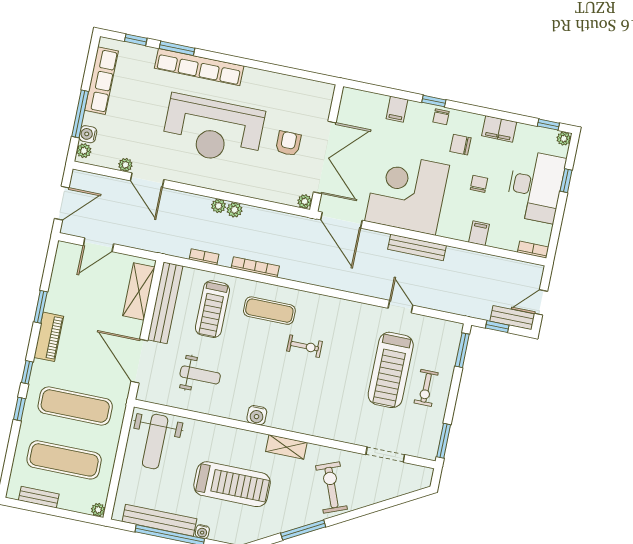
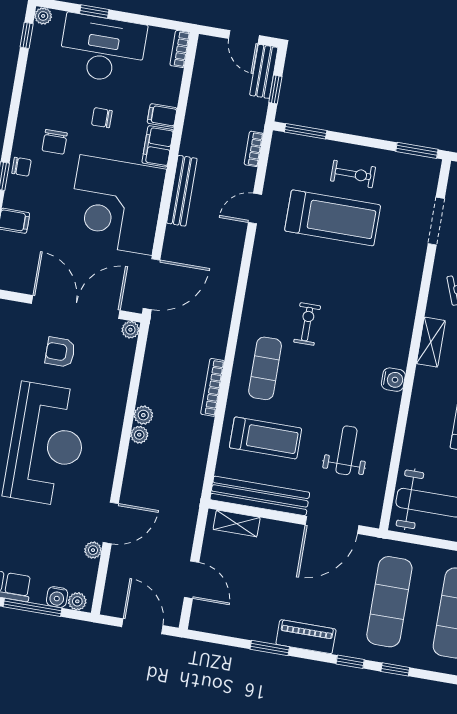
filing cabinet: (499, 129) -> (158, 146), moved, turned 180
bookcase: (204, 257) -> (254, 149), moved
shelving: (139, 291) -> (237, 523), width x0.67, depth x0.75

